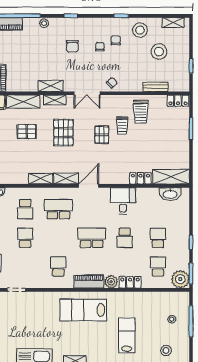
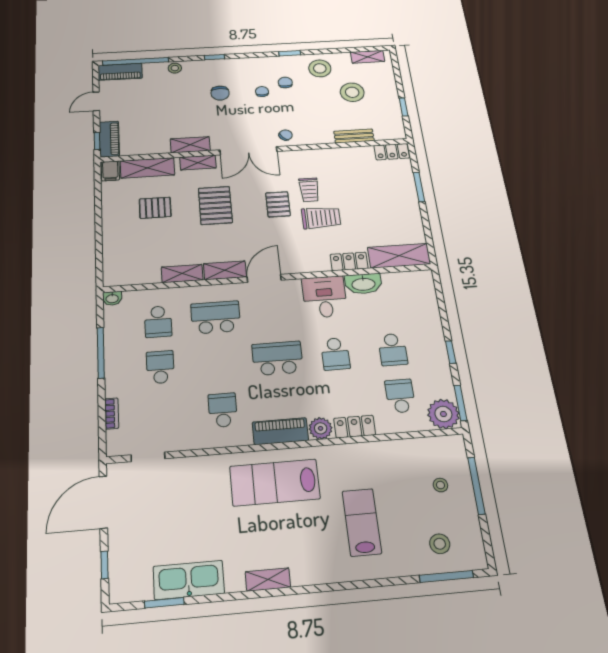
double door: (87, 93) -> (248, 151), width x1.37
trolley: (141, 112) -> (321, 218), moved, turned -90
washbasin: (170, 194) -> (363, 284), moved
school desk: (158, 238) -> (393, 349), turned 180

